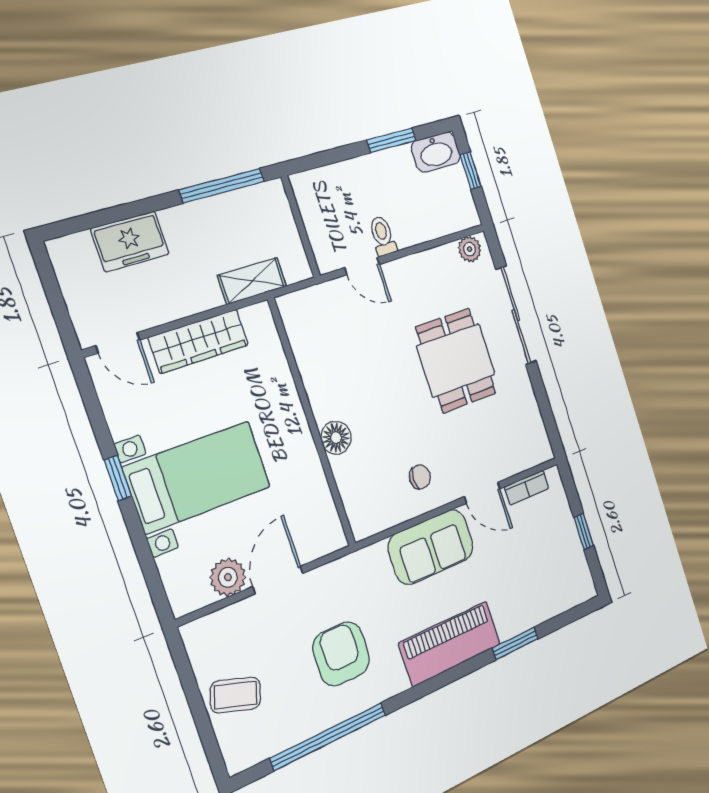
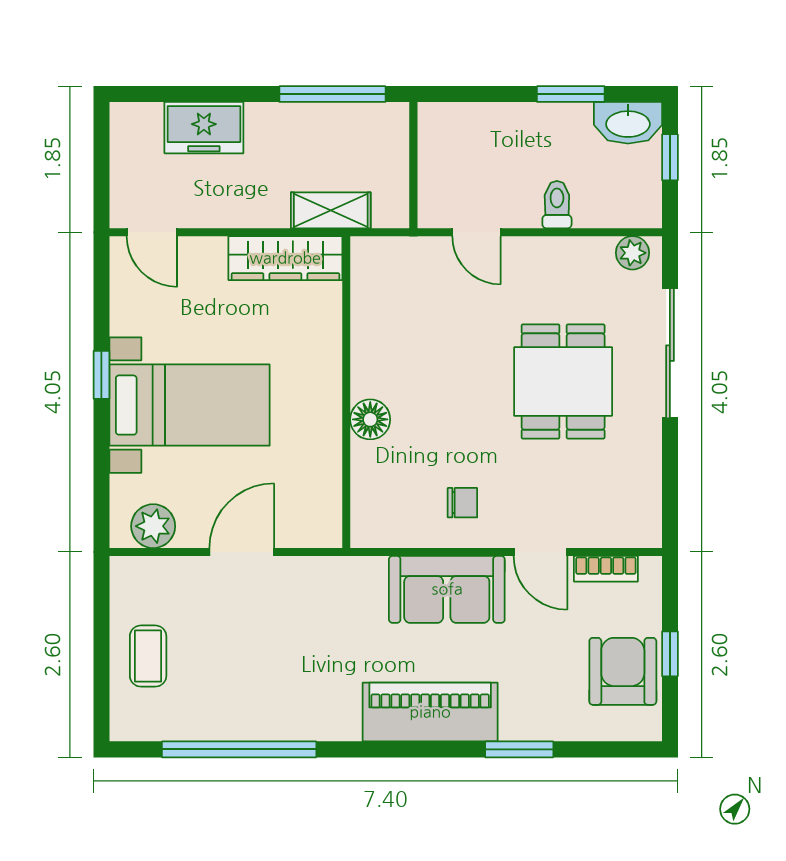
toilet: (383, 236) -> (557, 205), moved
wardrobe: (199, 341) -> (285, 258), moved
plant: (228, 577) -> (153, 526), moved
armchair: (341, 654) -> (623, 671), moved
coffee table: (235, 695) -> (148, 656), turned 72

